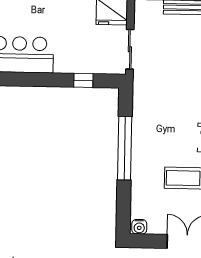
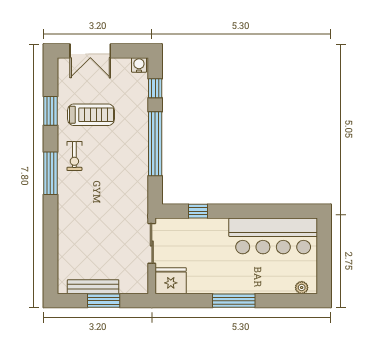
window: (124, 203) -> (155, 88), added

